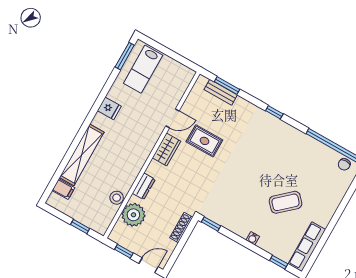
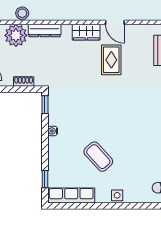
dresser: (144, 186) -> (45, 31), width x1.44
side table: (330, 205) -> (117, 195), added
shoe rack: (181, 228) -> (24, 81), width x0.70
water cooler: (253, 238) -> (53, 131), moved

